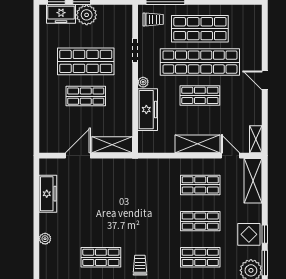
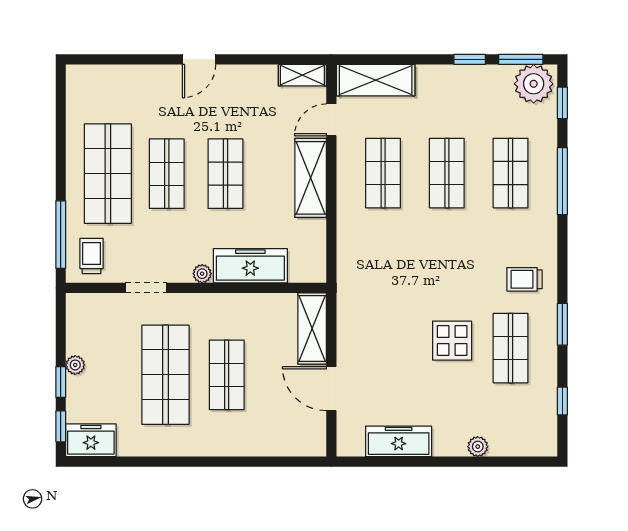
freezer: (61, 14) -> (91, 440), moved, turned -90
plant: (87, 15) -> (75, 365), width x0.53, depth x0.53
shop shelf: (200, 62) -> (167, 174), width x0.50, depth x0.74
display table: (249, 234) -> (452, 341), moved

